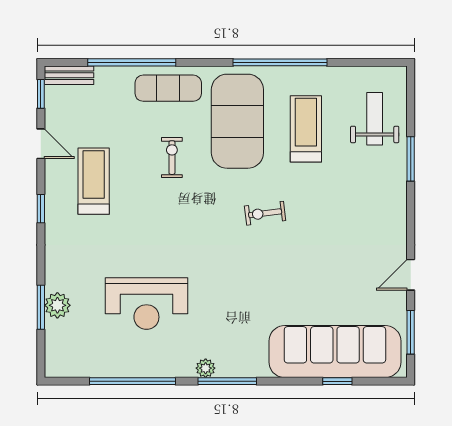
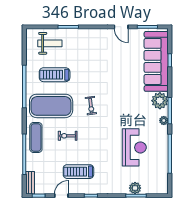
weight bench: (375, 119) -> (50, 43), turned 180
exercise bike: (265, 213) -> (91, 106), moved
plant: (249, 359) -> (160, 101), added

